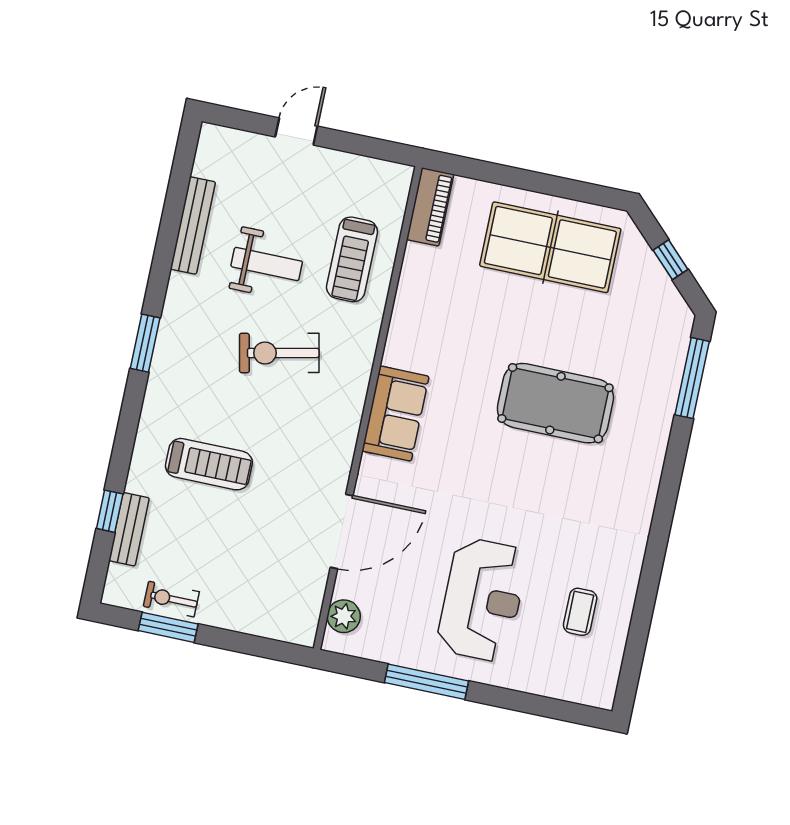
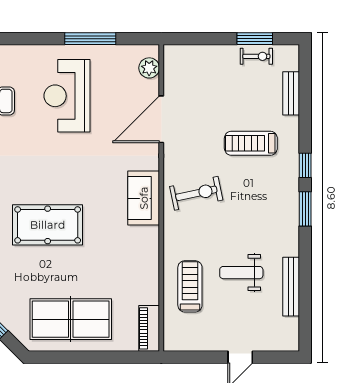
exercise bike: (279, 353) -> (196, 193), moved
window: (110, 511) -> (305, 165), moved

